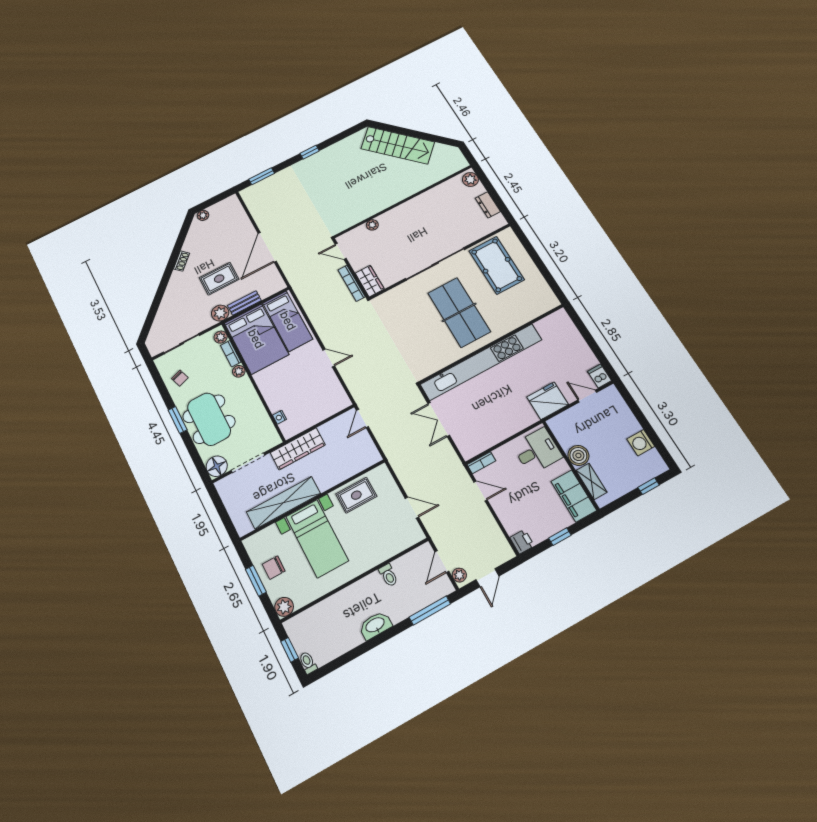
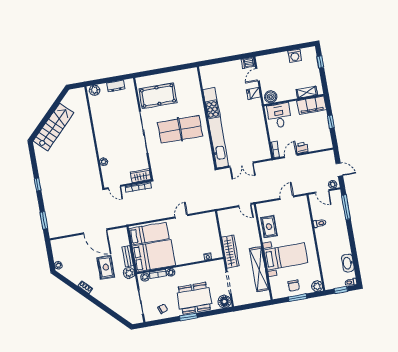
door: (341, 251) -> (114, 187), hinge flipped
fridge: (548, 401) -> (254, 93), width x0.53, depth x0.75
door: (362, 418) -> (245, 205), moved
boiler: (578, 455) -> (271, 97), moved
printer: (522, 542) -> (302, 148), moved
washbasin: (375, 625) -> (348, 263), moved

